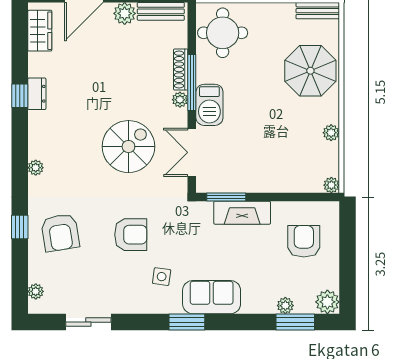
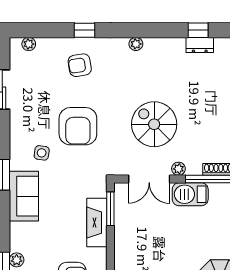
plant: (180, 100) -> (178, 169), moved
spiral stairs: (128, 147) -> (154, 124), turned 180
double door: (192, 152) -> (149, 179), swing flipped
armchair: (60, 233) -> (80, 65), width x0.72, depth x0.72
armchair: (131, 235) -> (78, 126), width x1.36, depth x1.36

